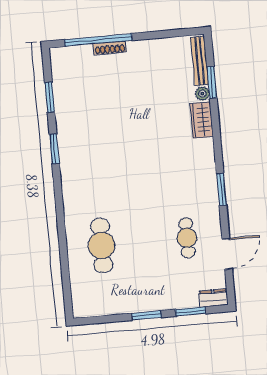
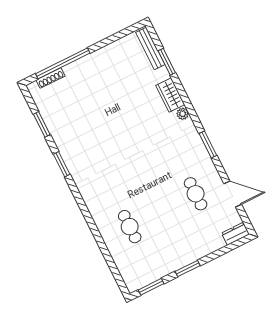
shoe rack: (110, 48) -> (51, 78), moved
plant: (202, 94) -> (183, 114), moved
cafe table: (102, 245) -> (130, 227), width x0.73, depth x0.74
door: (227, 254) -> (233, 194), hinge flipped
window: (191, 311) -> (151, 287), moved

